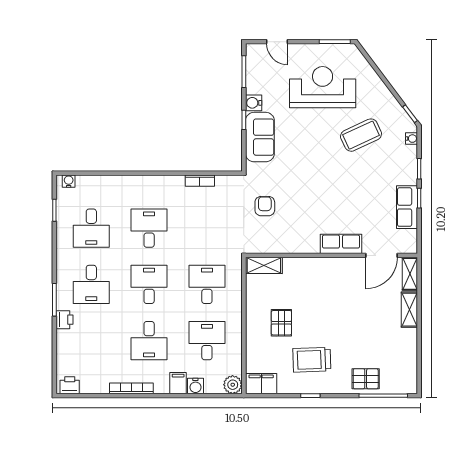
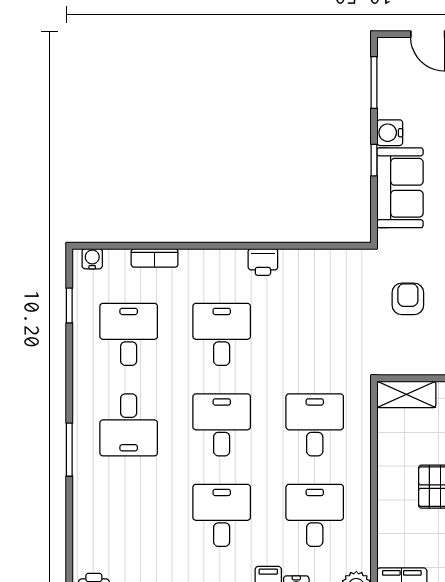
bookcase: (200, 181) -> (155, 258), moved
desk: (91, 228) -> (129, 334), turned 180
printer: (65, 320) -> (263, 262), moved, turned 90
desk: (149, 341) -> (222, 515), turned 180

